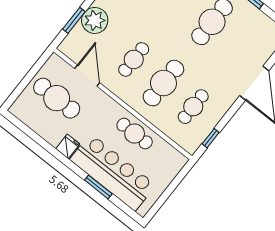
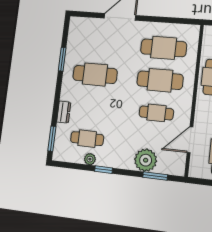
cafe table: (193, 107) -> (164, 48), width x1.37, depth x1.35
window: (211, 138) -> (179, 21), removed

